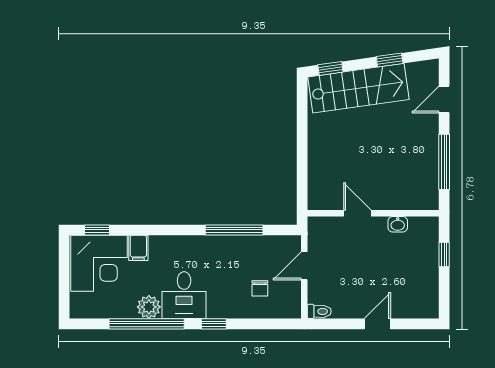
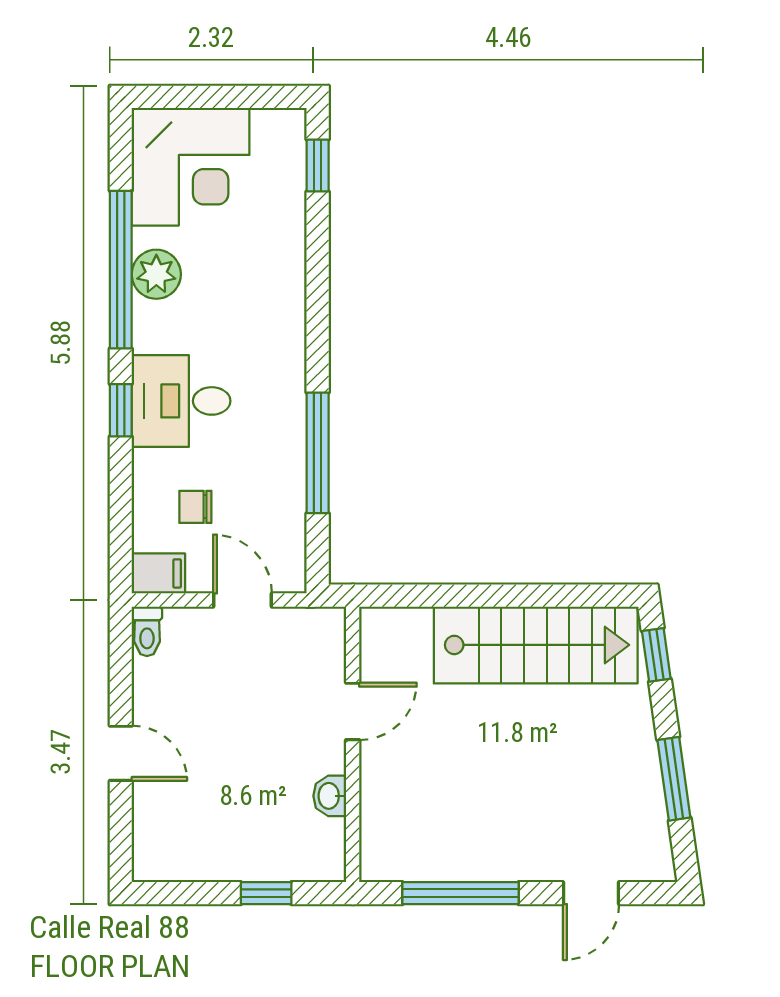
window: (390, 60) -> (674, 779), width x1.50
stairs: (358, 88) -> (536, 645), moved, turned -82
door: (444, 100) -> (591, 893), swing flipped
filing cabinet: (138, 248) -> (158, 573), moved, turned 180
corner desk: (99, 263) -> (191, 167), moved, turned -90
desk: (184, 295) -> (181, 401), moved

